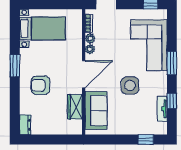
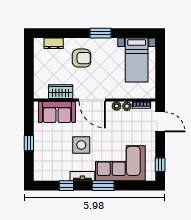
armchair: (40, 85) -> (81, 58), turned 90
tv unit: (162, 109) -> (82, 176), moved
dresser: (25, 125) -> (54, 43), moved
window: (146, 140) -> (29, 143), moved

